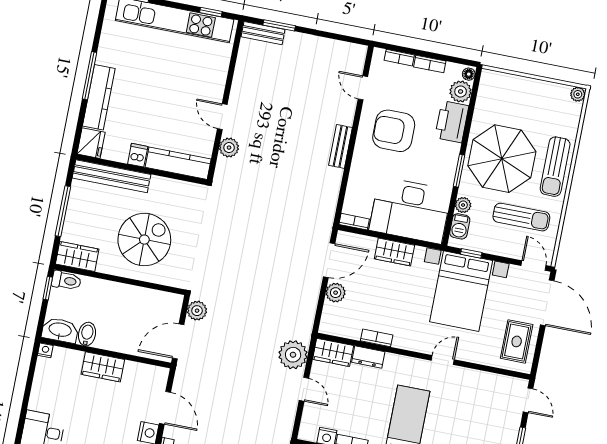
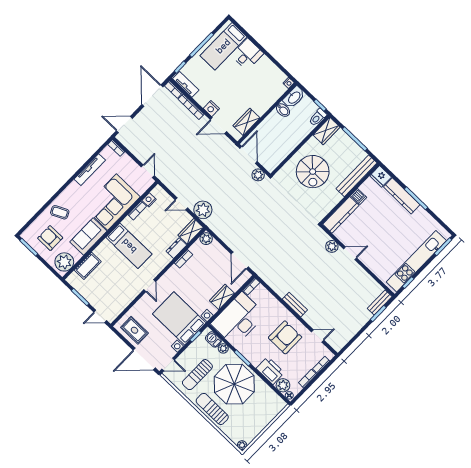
plant: (336, 293) -> (206, 239), moved
wardrobe: (103, 367) -> (246, 122), moved

